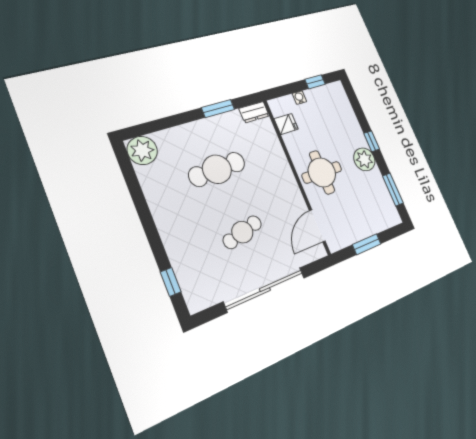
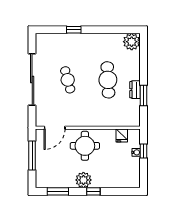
window: (315, 82) -> (144, 151), moved
dresser: (254, 112) -> (135, 90), moved
door: (317, 226) -> (55, 128), swing flipped
window: (367, 244) -> (32, 156), width x1.44
window: (171, 282) -> (74, 30), moved

